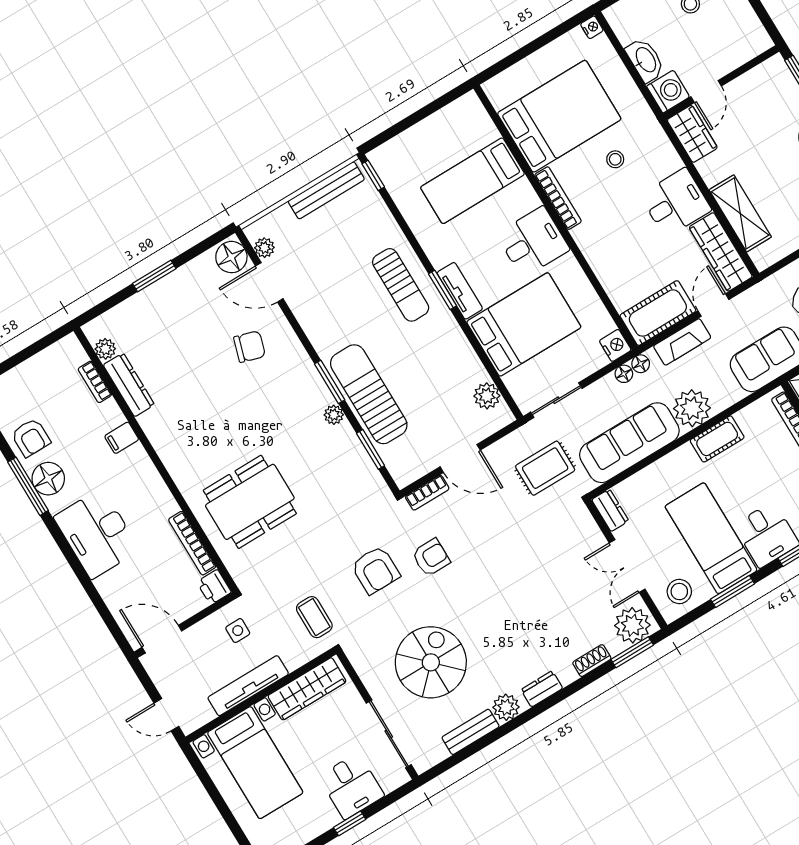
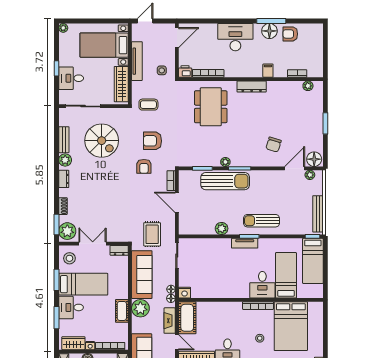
desk: (533, 242) -> (262, 285), moved
bed: (524, 324) -> (313, 261), moved, width x0.67
dresser: (129, 385) -> (252, 87), moved
plant: (487, 396) -> (222, 228), moved
door: (460, 458) -> (177, 202), hinge flipped

